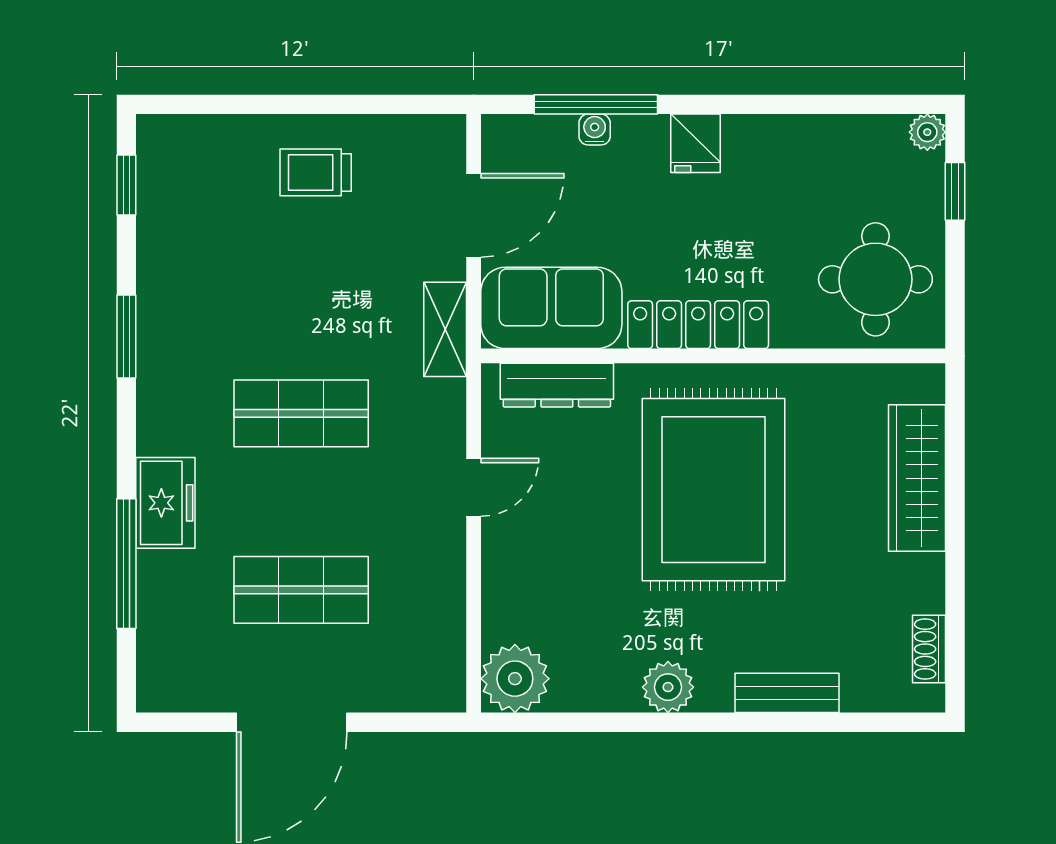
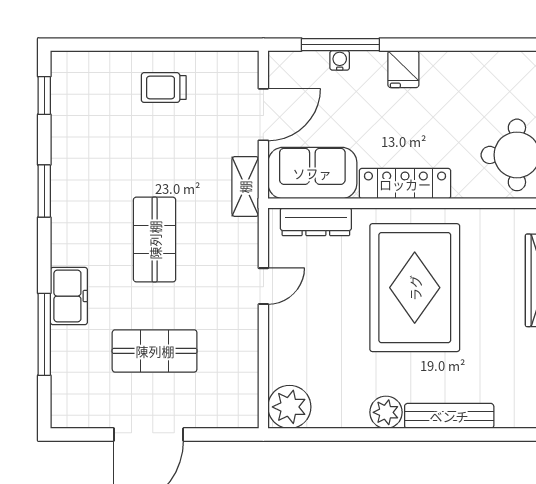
shop shelf: (301, 413) -> (155, 240), turned 90
bench: (787, 693) -> (449, 416), width x1.36

